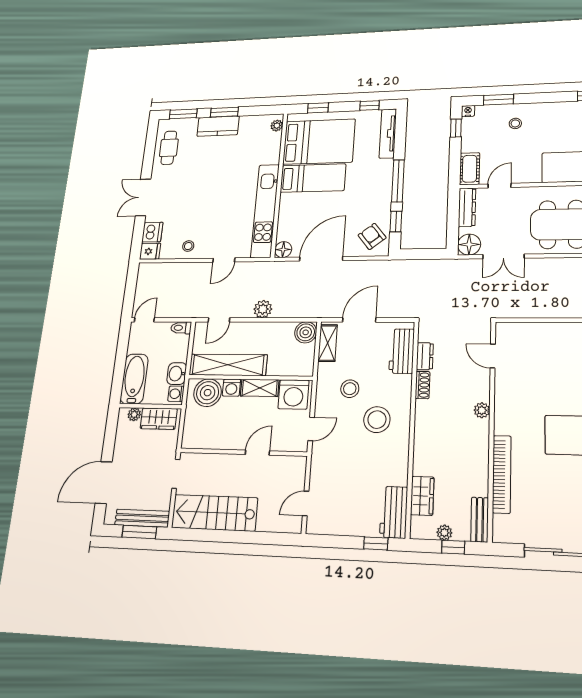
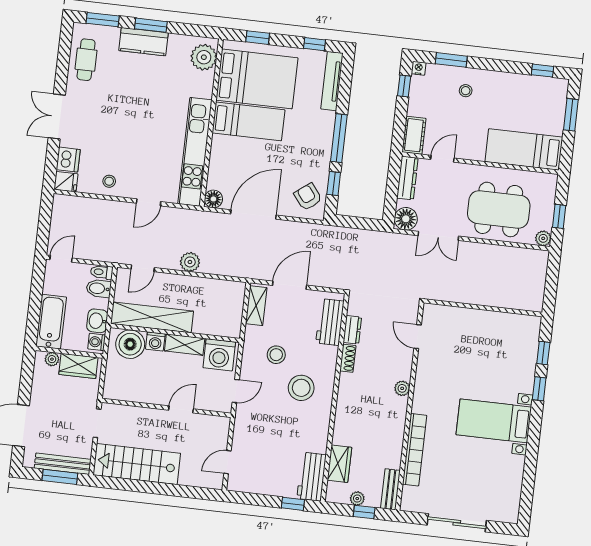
plant: (277, 126) -> (204, 57), width x1.88, depth x1.88
boiler: (306, 332) -> (234, 292), removed
bidet: (178, 343) -> (99, 288), added

